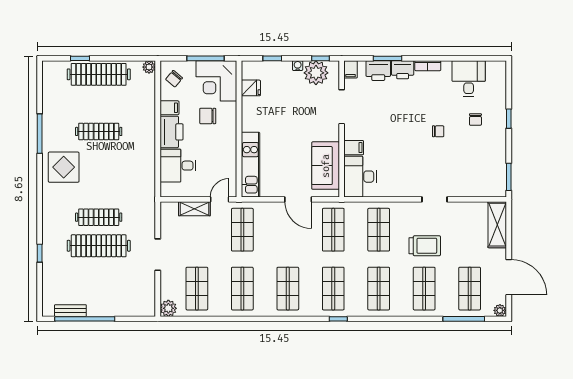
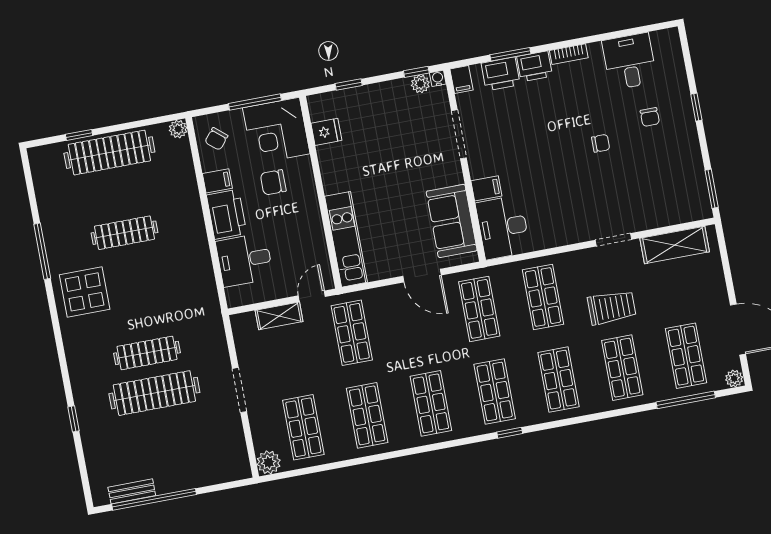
water cooler: (298, 66) -> (438, 78), moved
plant: (316, 73) -> (420, 84), width x0.53, depth x0.53
shelving: (497, 225) -> (675, 245), moved, turned 90

